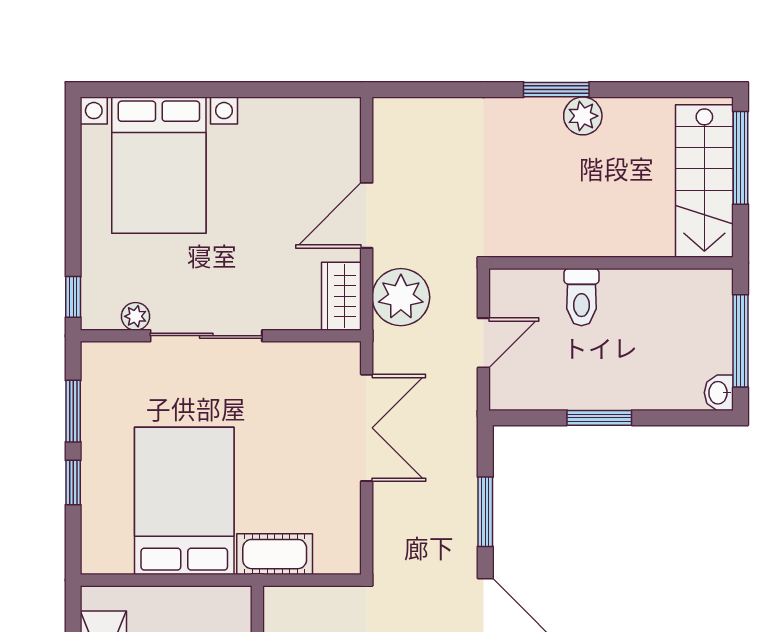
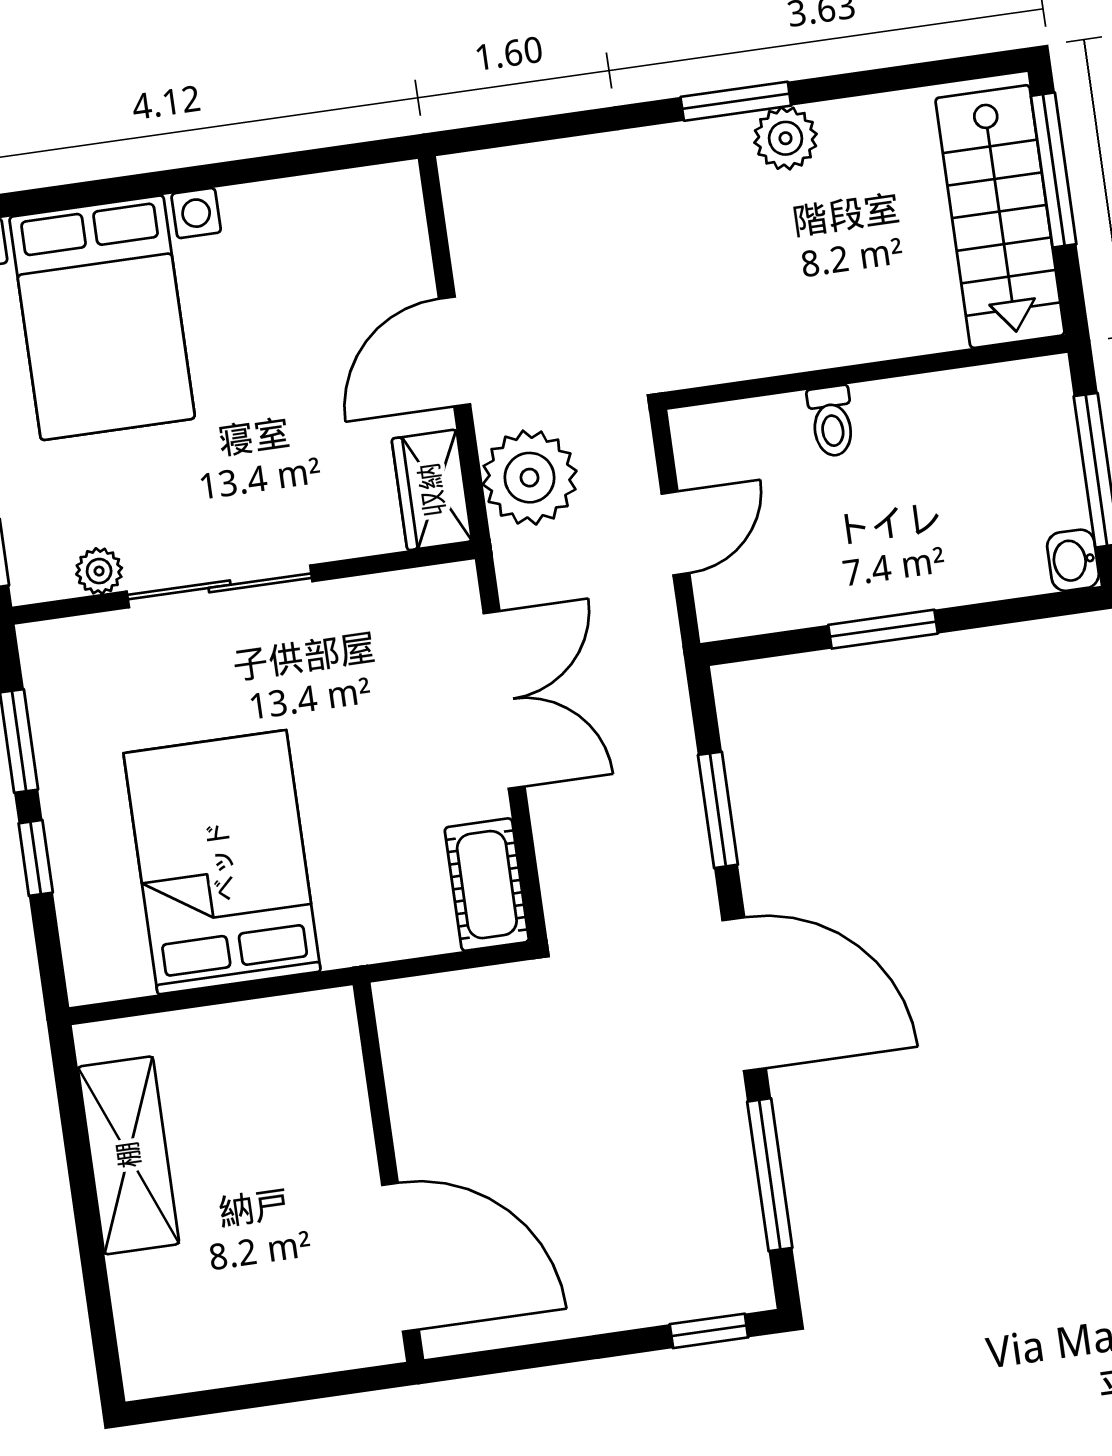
toilet: (581, 297) -> (832, 421), width x0.73, depth x0.72
cot: (275, 554) -> (487, 885), moved, turned 90

